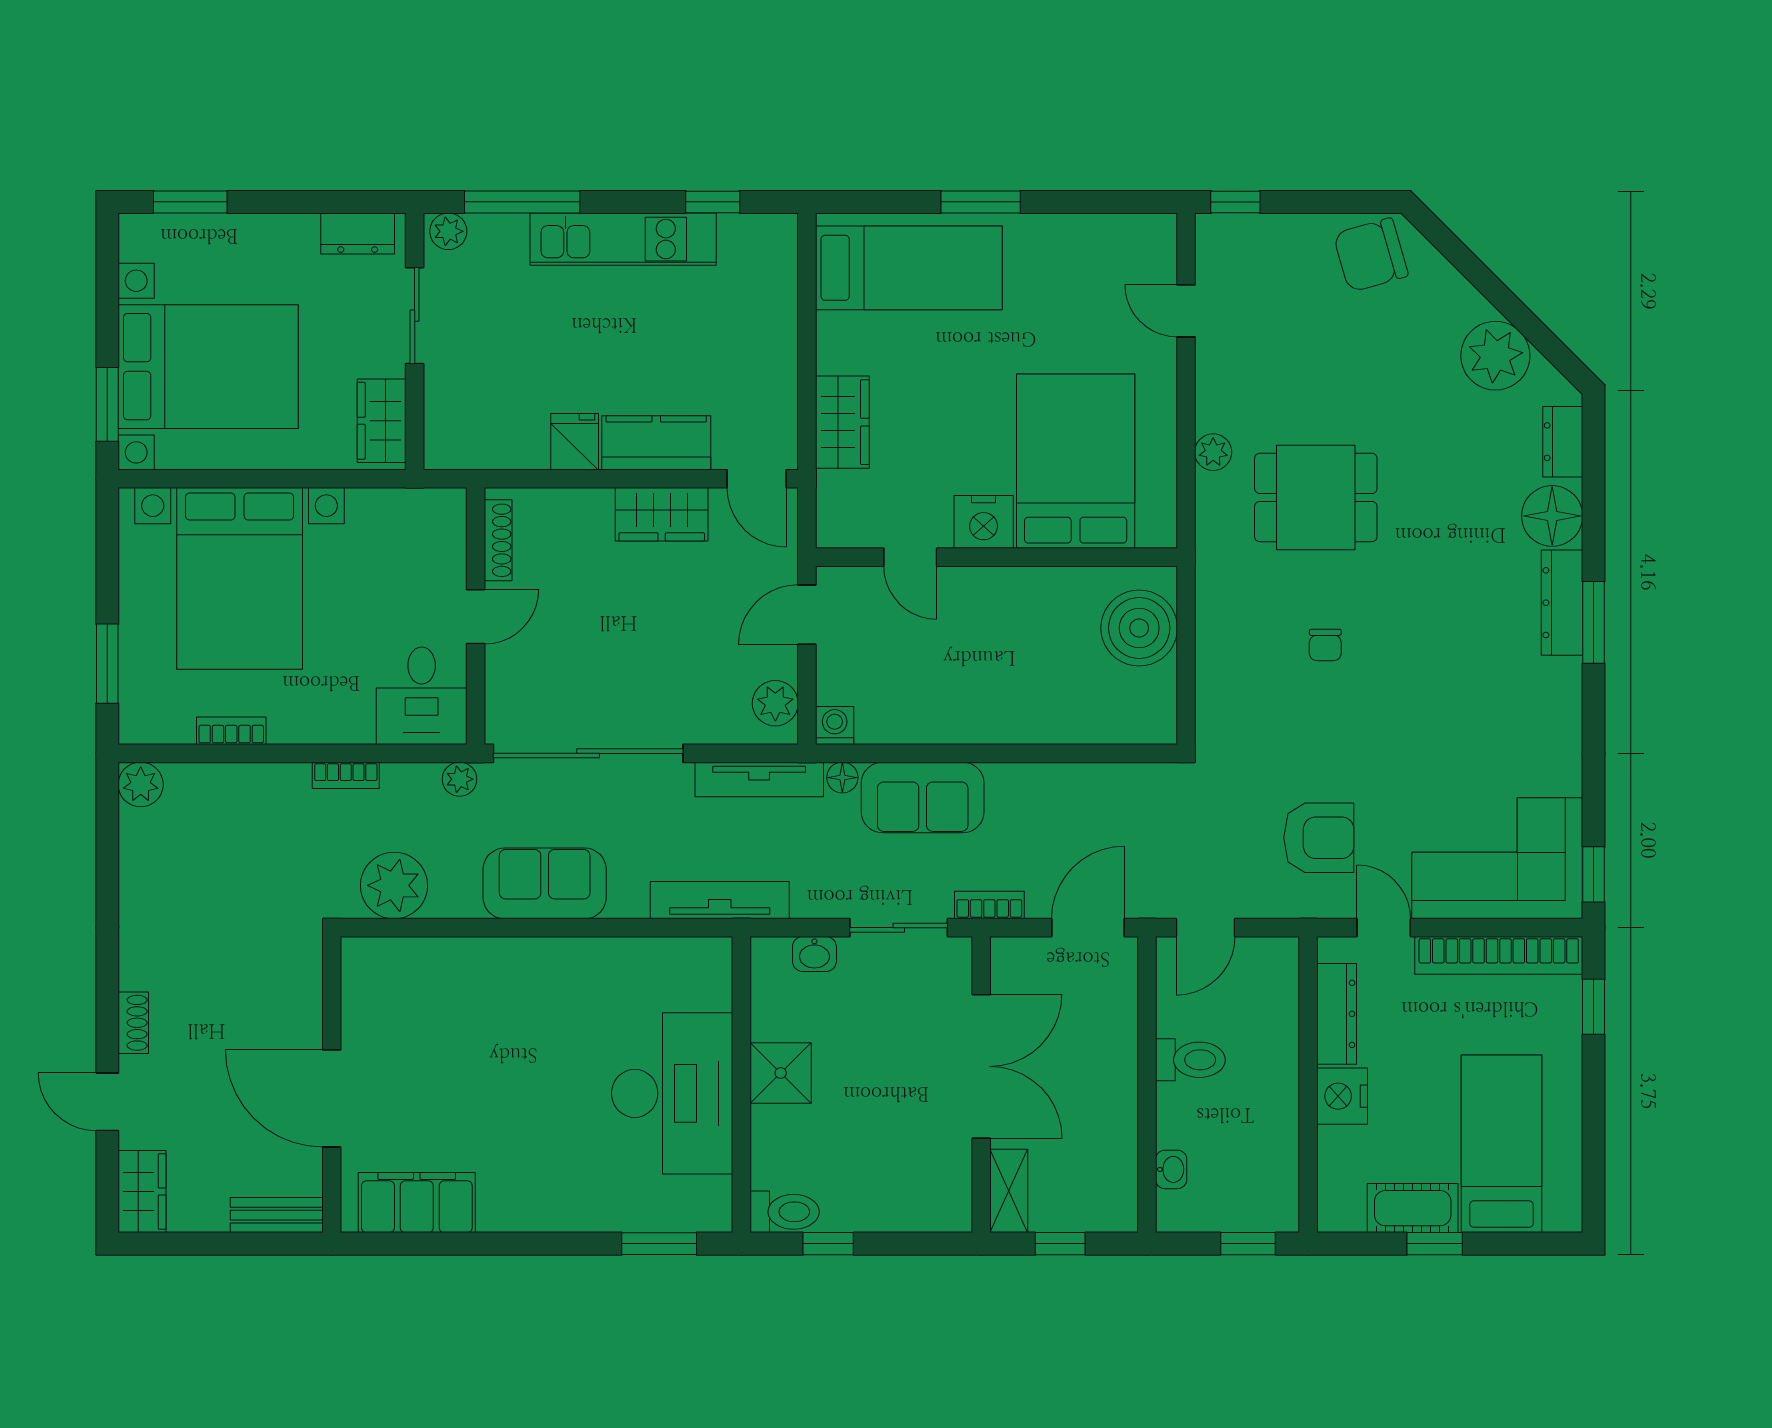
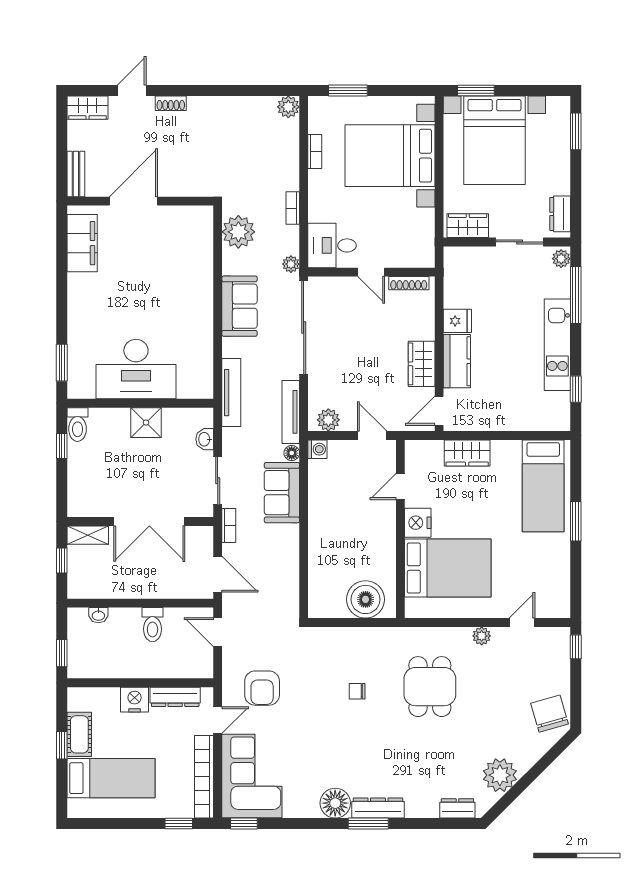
plant: (1213, 452) -> (482, 636), moved
floor lamp: (1552, 516) -> (335, 803), moved

